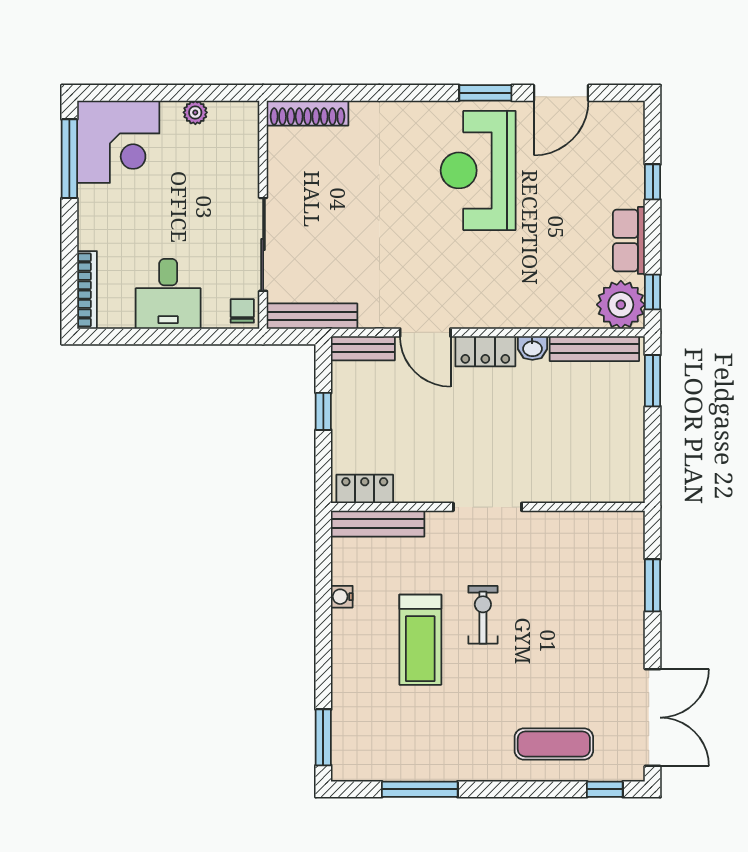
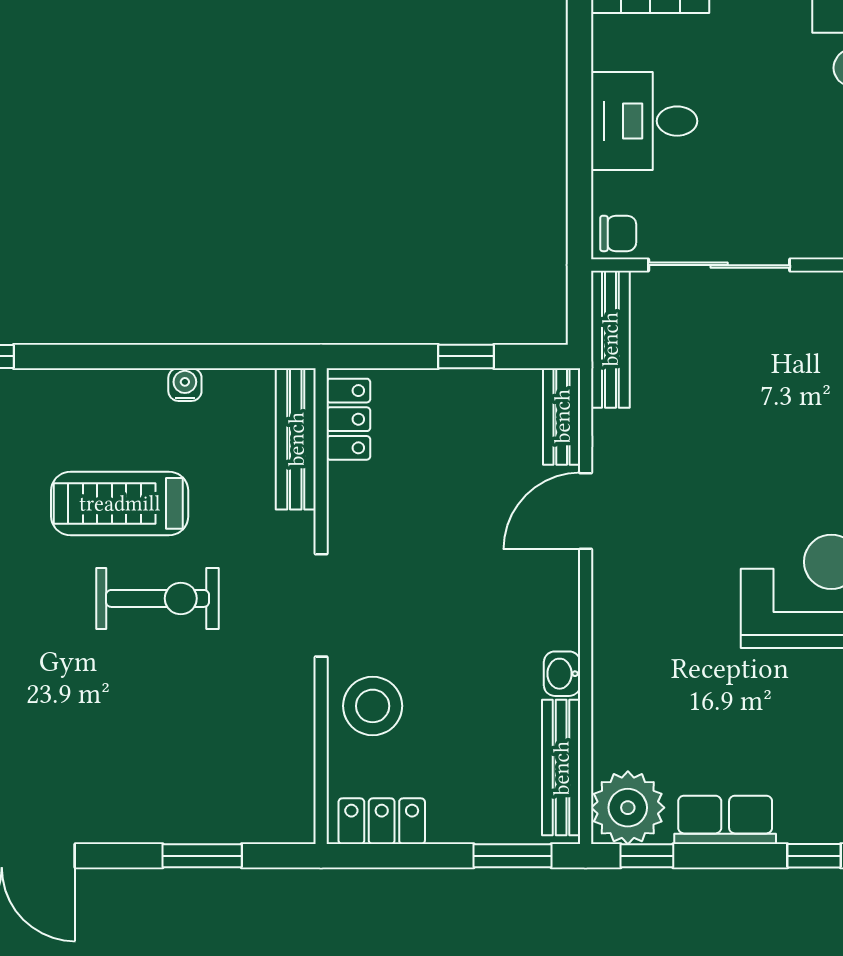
locker: (485, 351) -> (382, 821), moved, turned 90
stool: (554, 473) -> (373, 706), added
exercise bike: (483, 615) -> (158, 598), width x1.38, depth x1.39

